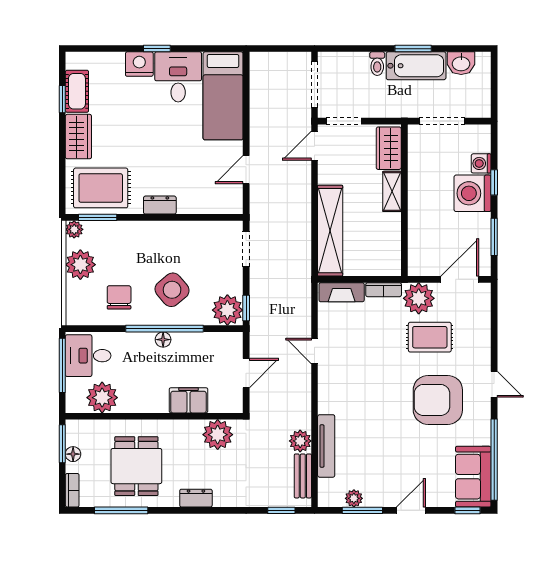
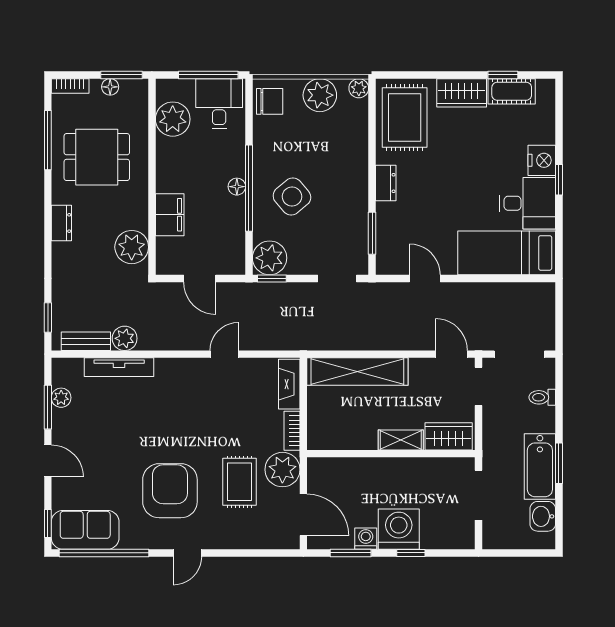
toilet: (377, 64) -> (542, 397), moved
washing machine: (481, 163) -> (366, 539), moved
window: (98, 217) -> (372, 233), moved
chair: (119, 297) -> (270, 101), moved

